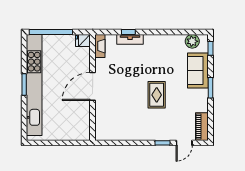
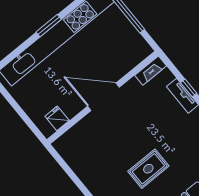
fridge: (83, 40) -> (57, 118), moved

